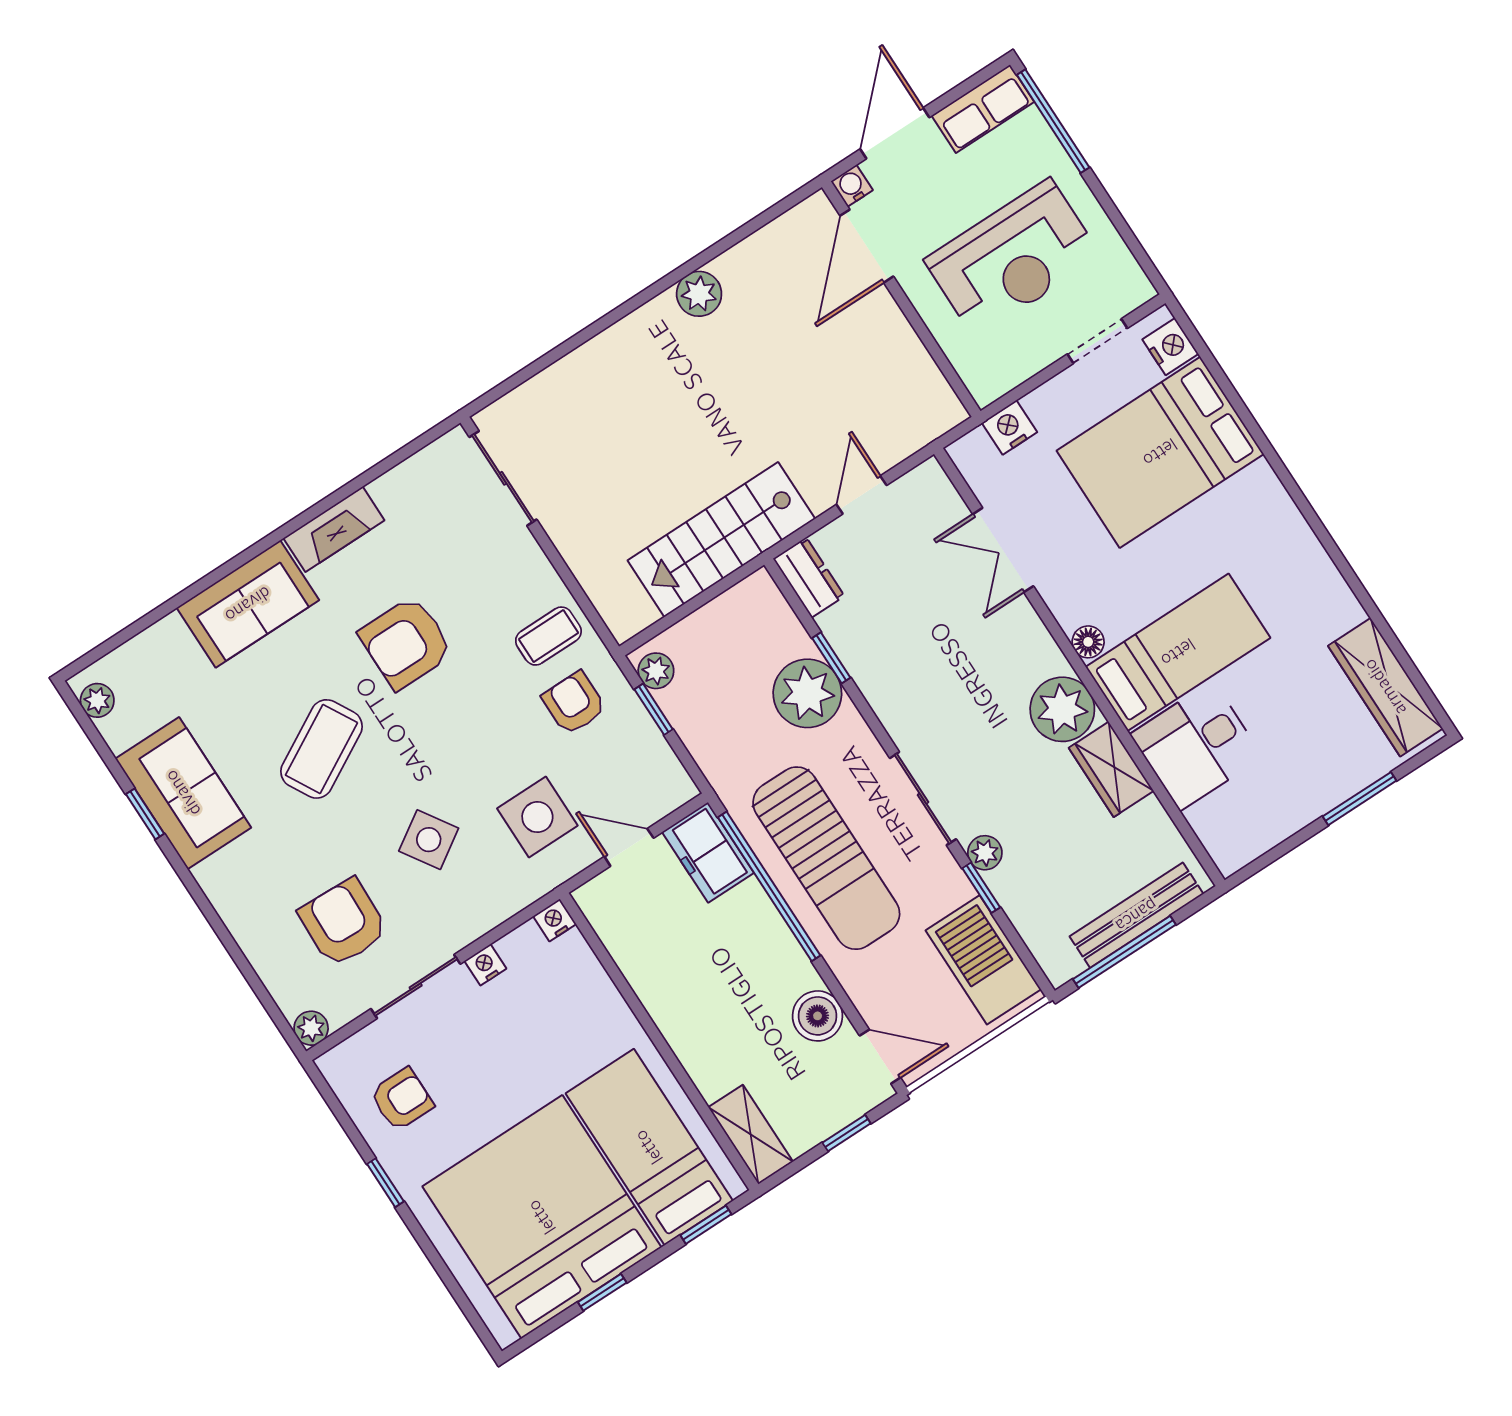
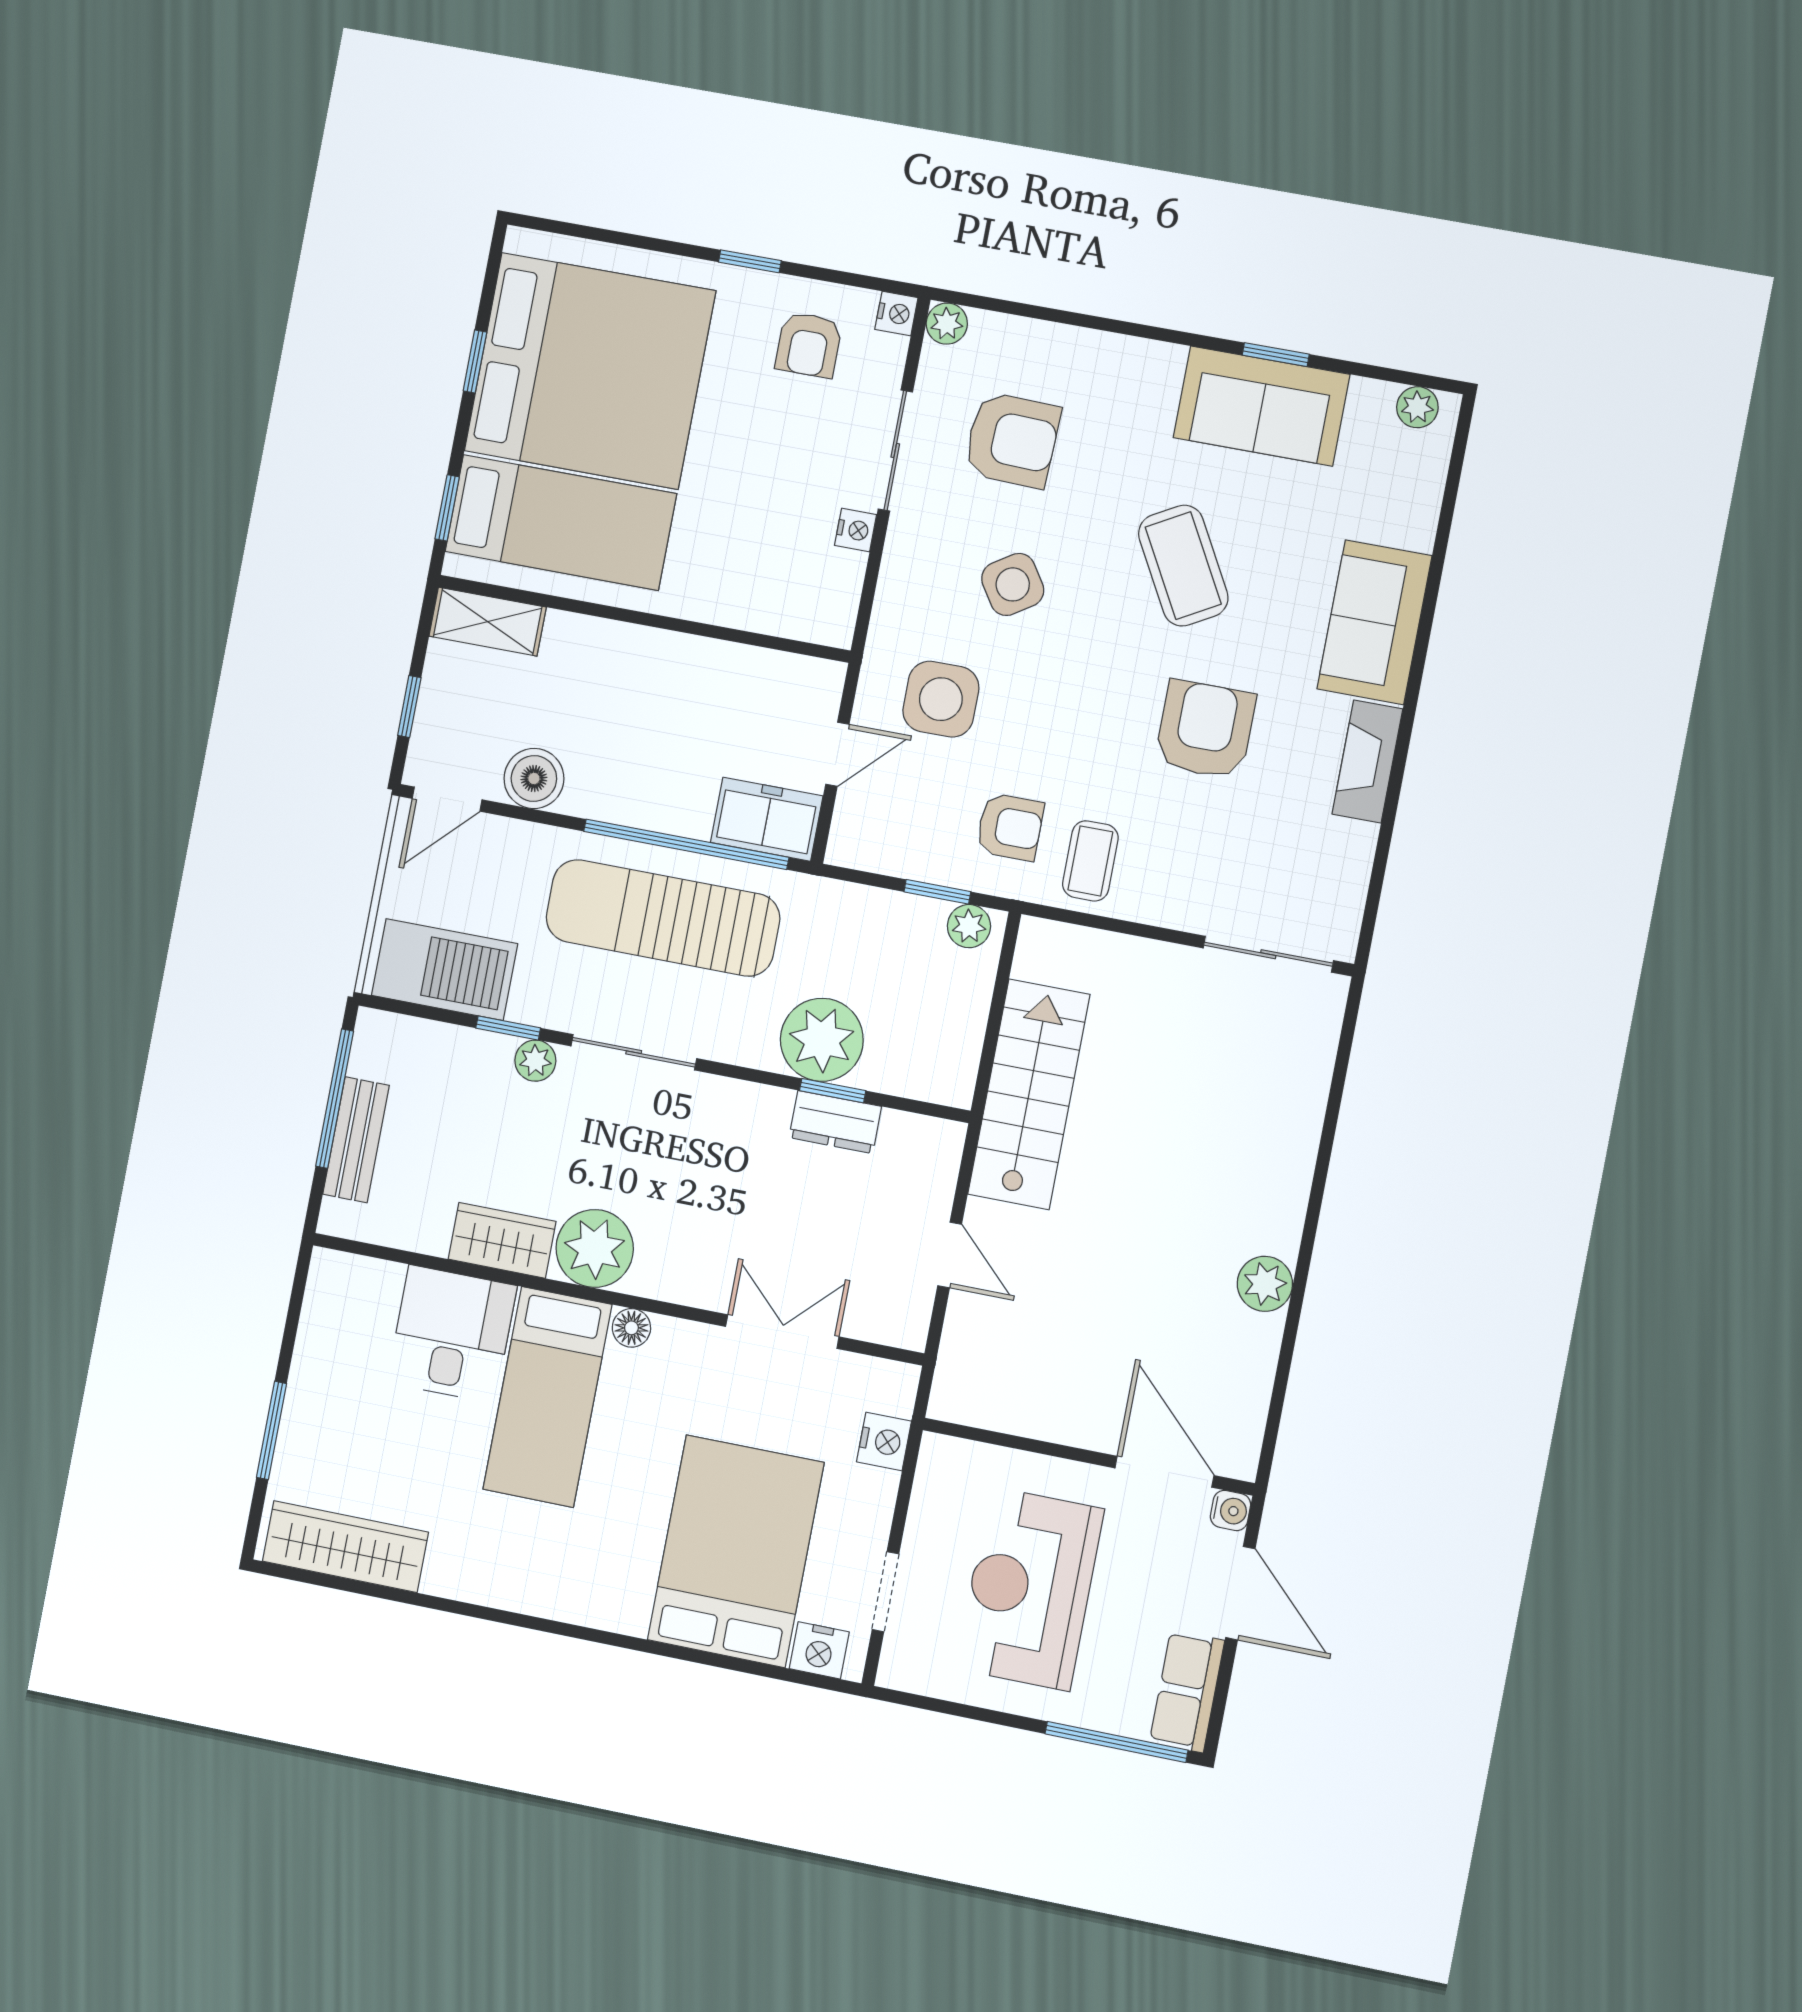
dresser: (809, 578) -> (835, 1122), moved
bench: (1136, 915) -> (356, 1140), width x0.73
nightstand: (555, 920) -> (896, 313), moved

